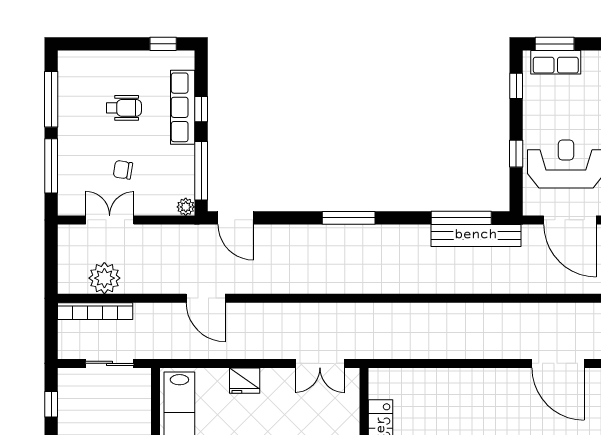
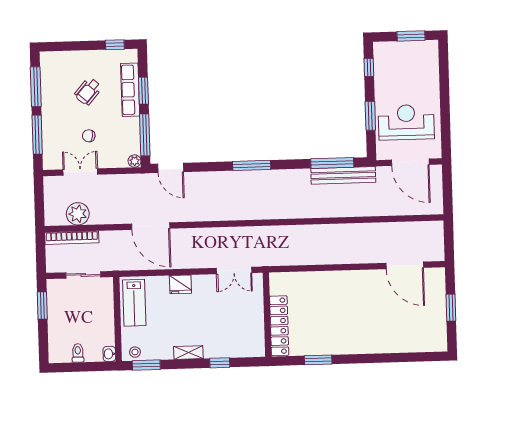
window: (555, 44) -> (411, 36), moved
row of seats: (556, 62) -> (397, 50), removed
wheelchair: (124, 108) -> (88, 91), turned 131
window: (201, 109) -> (143, 91), width x1.50
window: (516, 154) -> (370, 116), width x1.50
door: (206, 298) -> (151, 226), width x1.36
window: (51, 404) -> (42, 305), width x1.50

